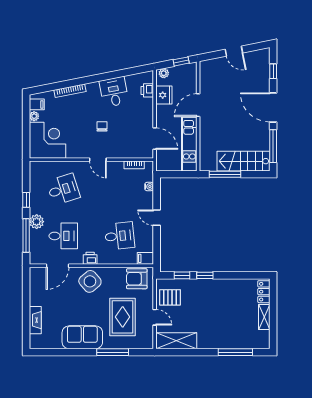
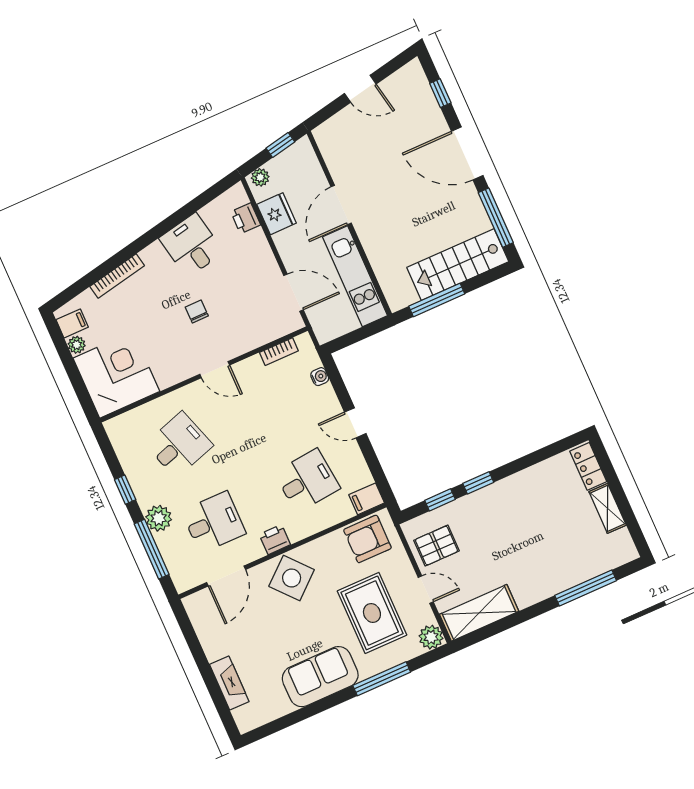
plant: (147, 342) -> (431, 637), added

